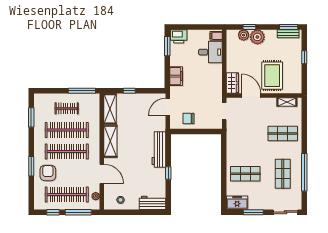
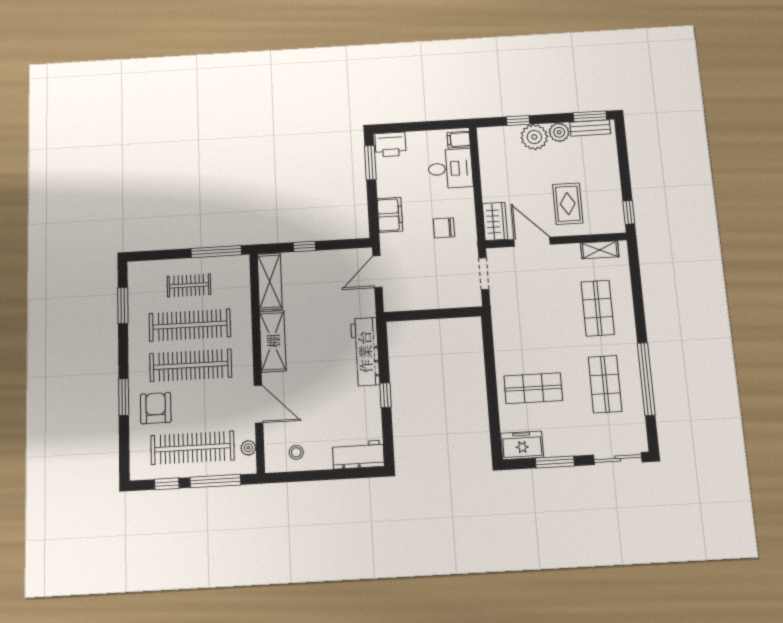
plant: (244, 35) -> (559, 132), moved
window: (304, 57) -> (629, 212), moved
rug: (272, 76) -> (568, 204), width x0.73, depth x0.70
chair: (188, 119) -> (444, 228), moved
shop shelf: (283, 133) -> (598, 308), turned 90

